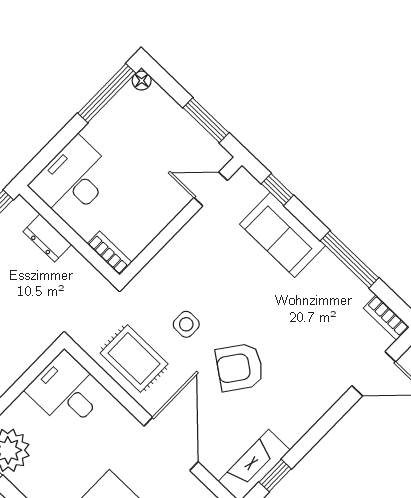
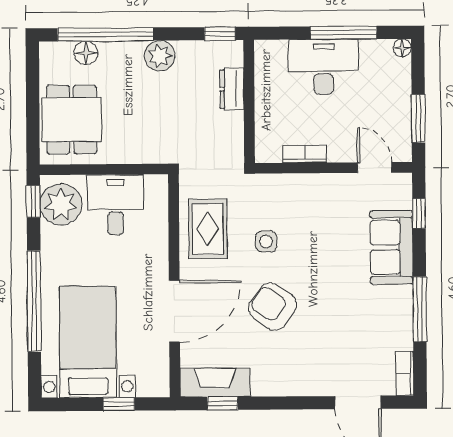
window: (107, 93) -> (344, 33), moved
desk: (73, 179) -> (324, 67), moved
bookcase: (109, 253) -> (305, 154), moved, turned -90
desk: (66, 391) -> (116, 205), moved

